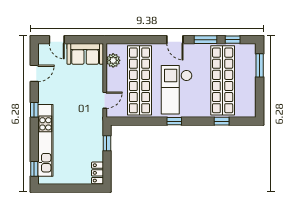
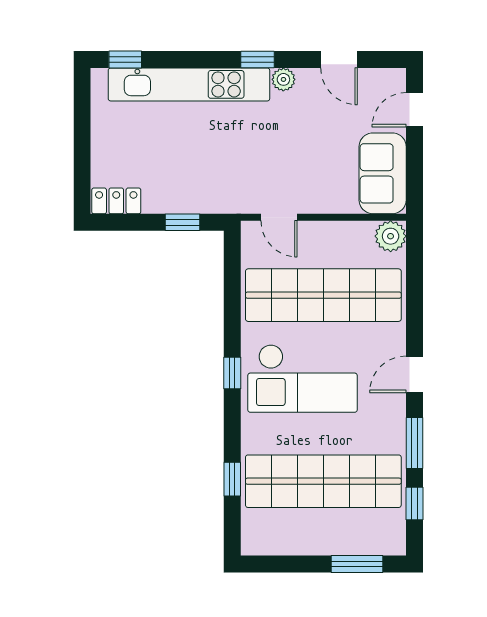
plant: (113, 60) -> (391, 236), moved
checkout: (177, 90) -> (302, 378), turned 180
plant: (43, 98) -> (283, 79), added

